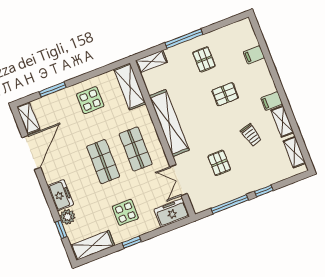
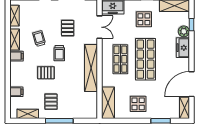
shelving: (151, 61) -> (28, 114), moved
trolley: (218, 126) -> (59, 53), added
shop shelf: (103, 162) -> (145, 59), width x1.43, depth x1.36

